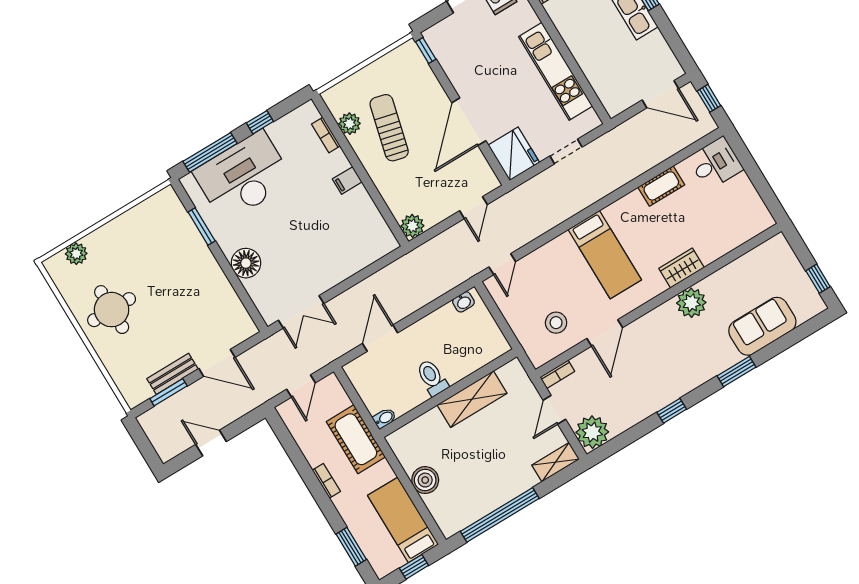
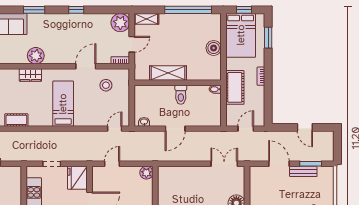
door: (380, 338) -> (175, 129), moved
bed: (403, 520) -> (241, 35), width x1.50

